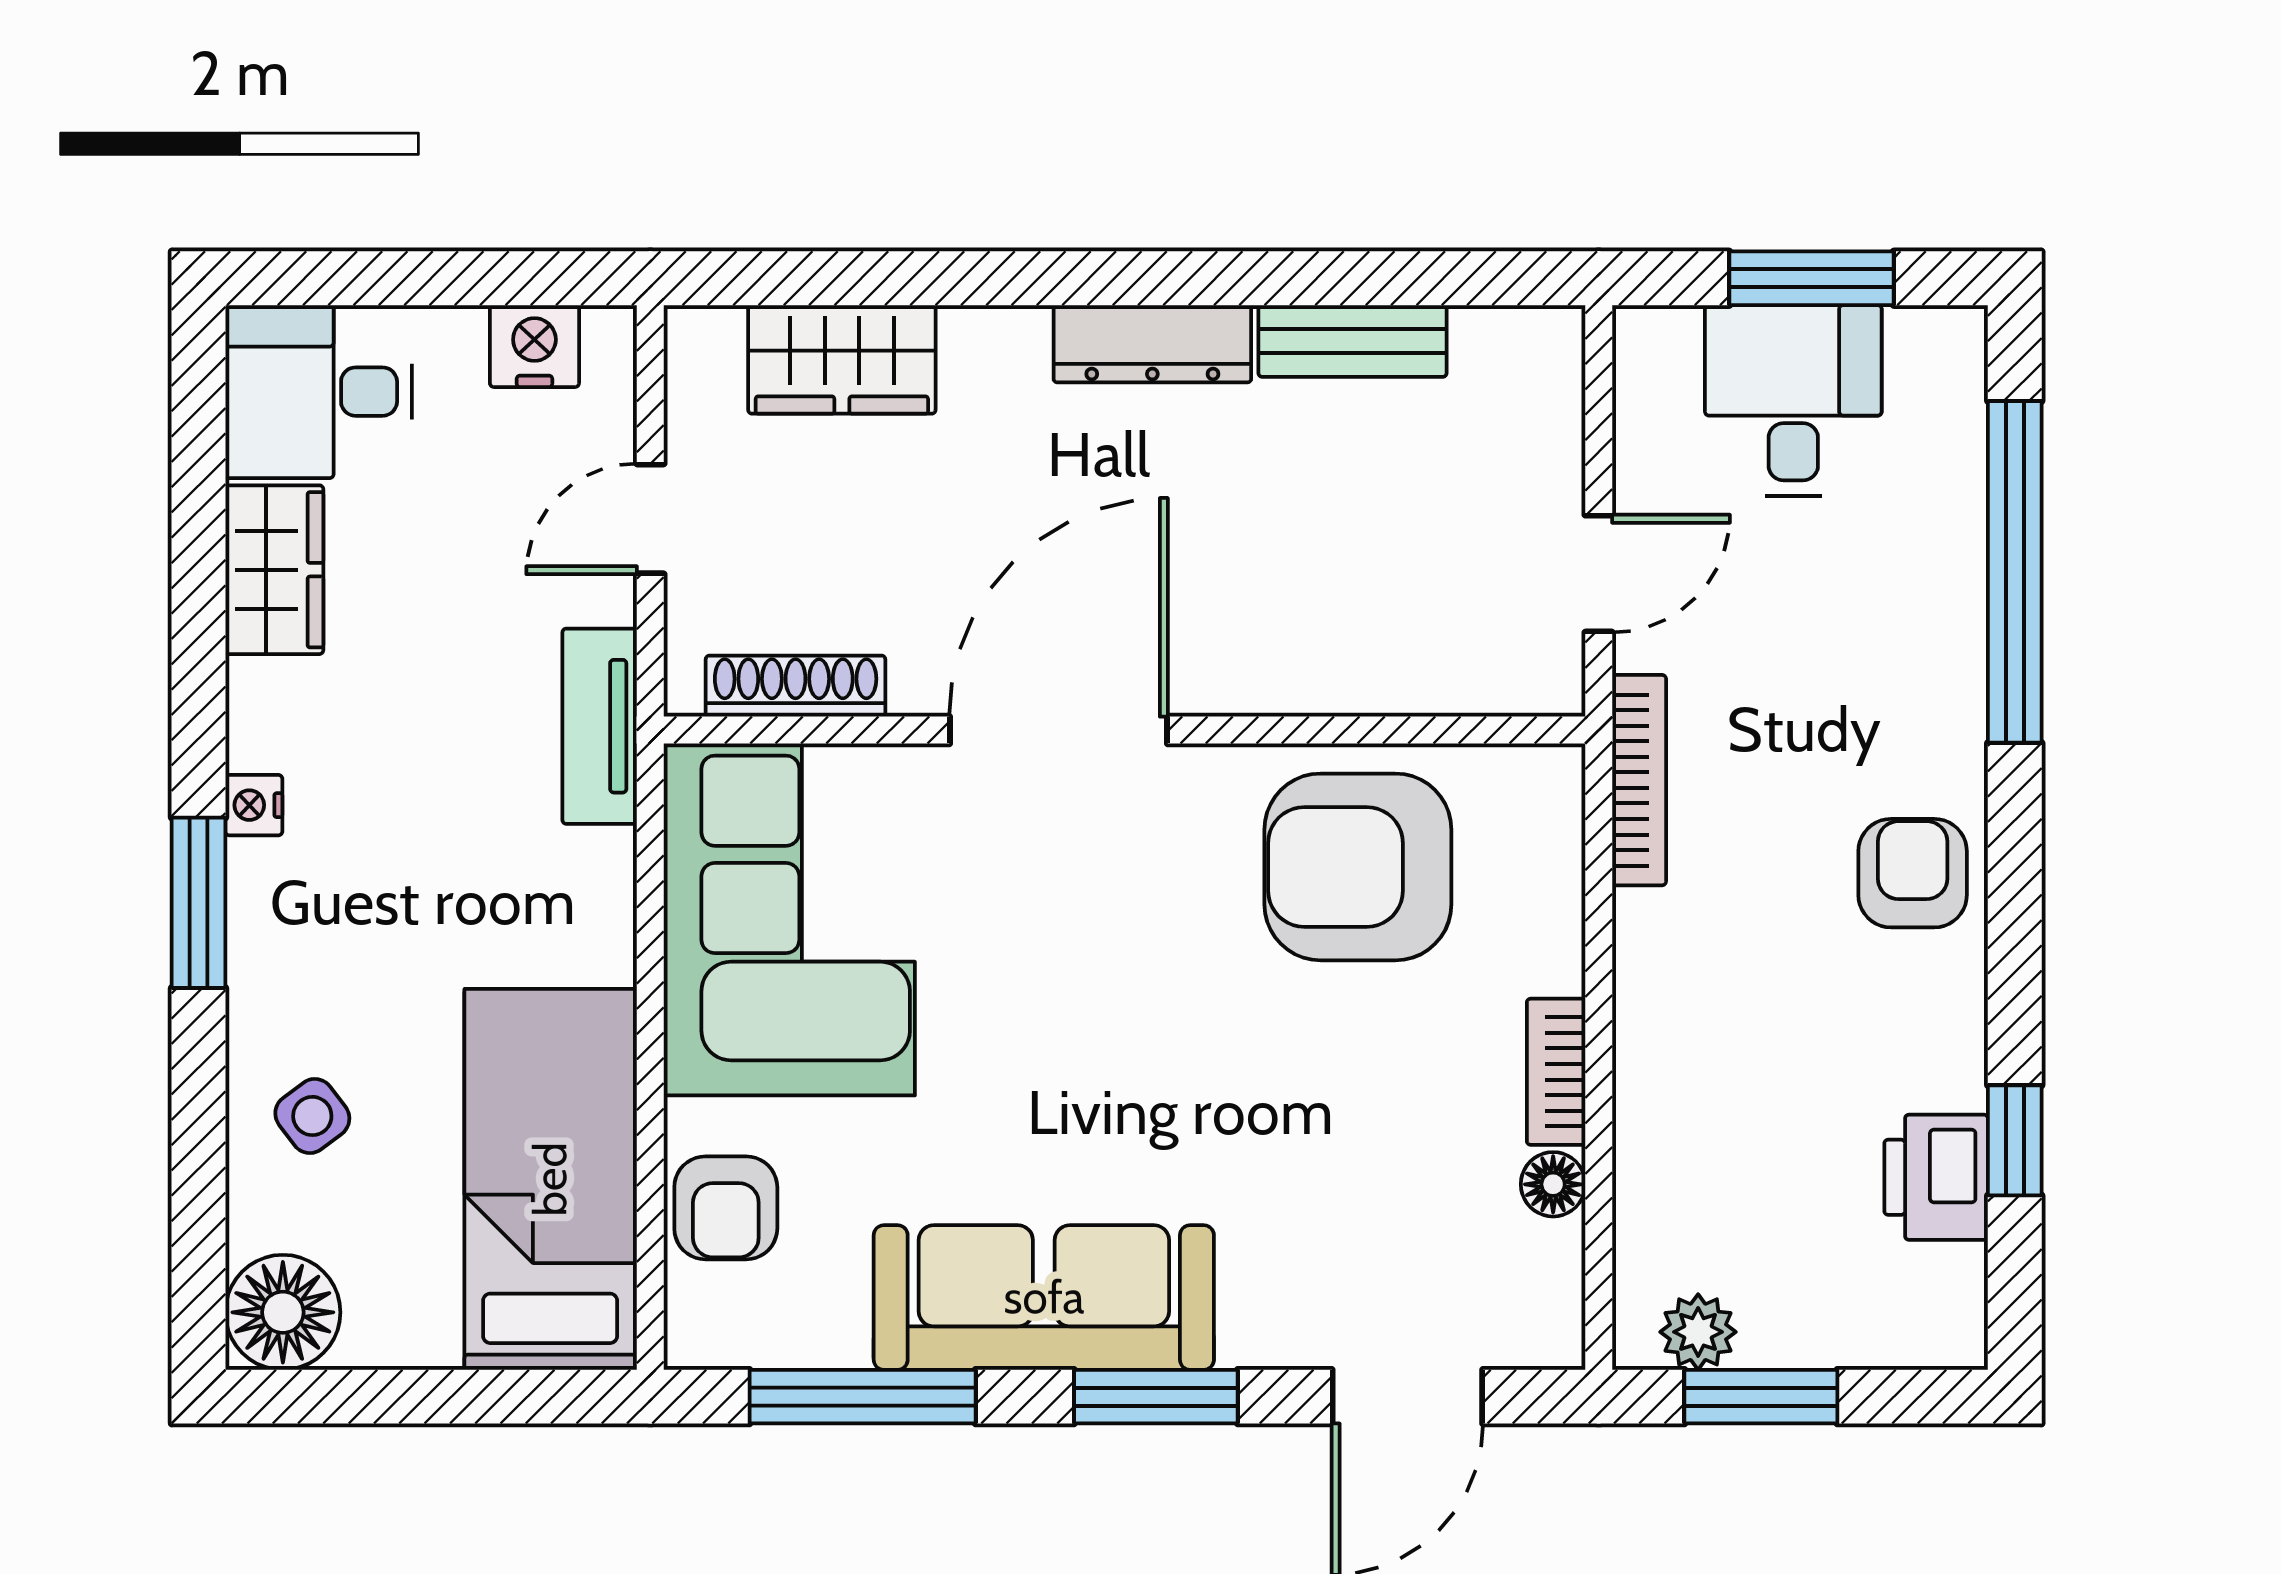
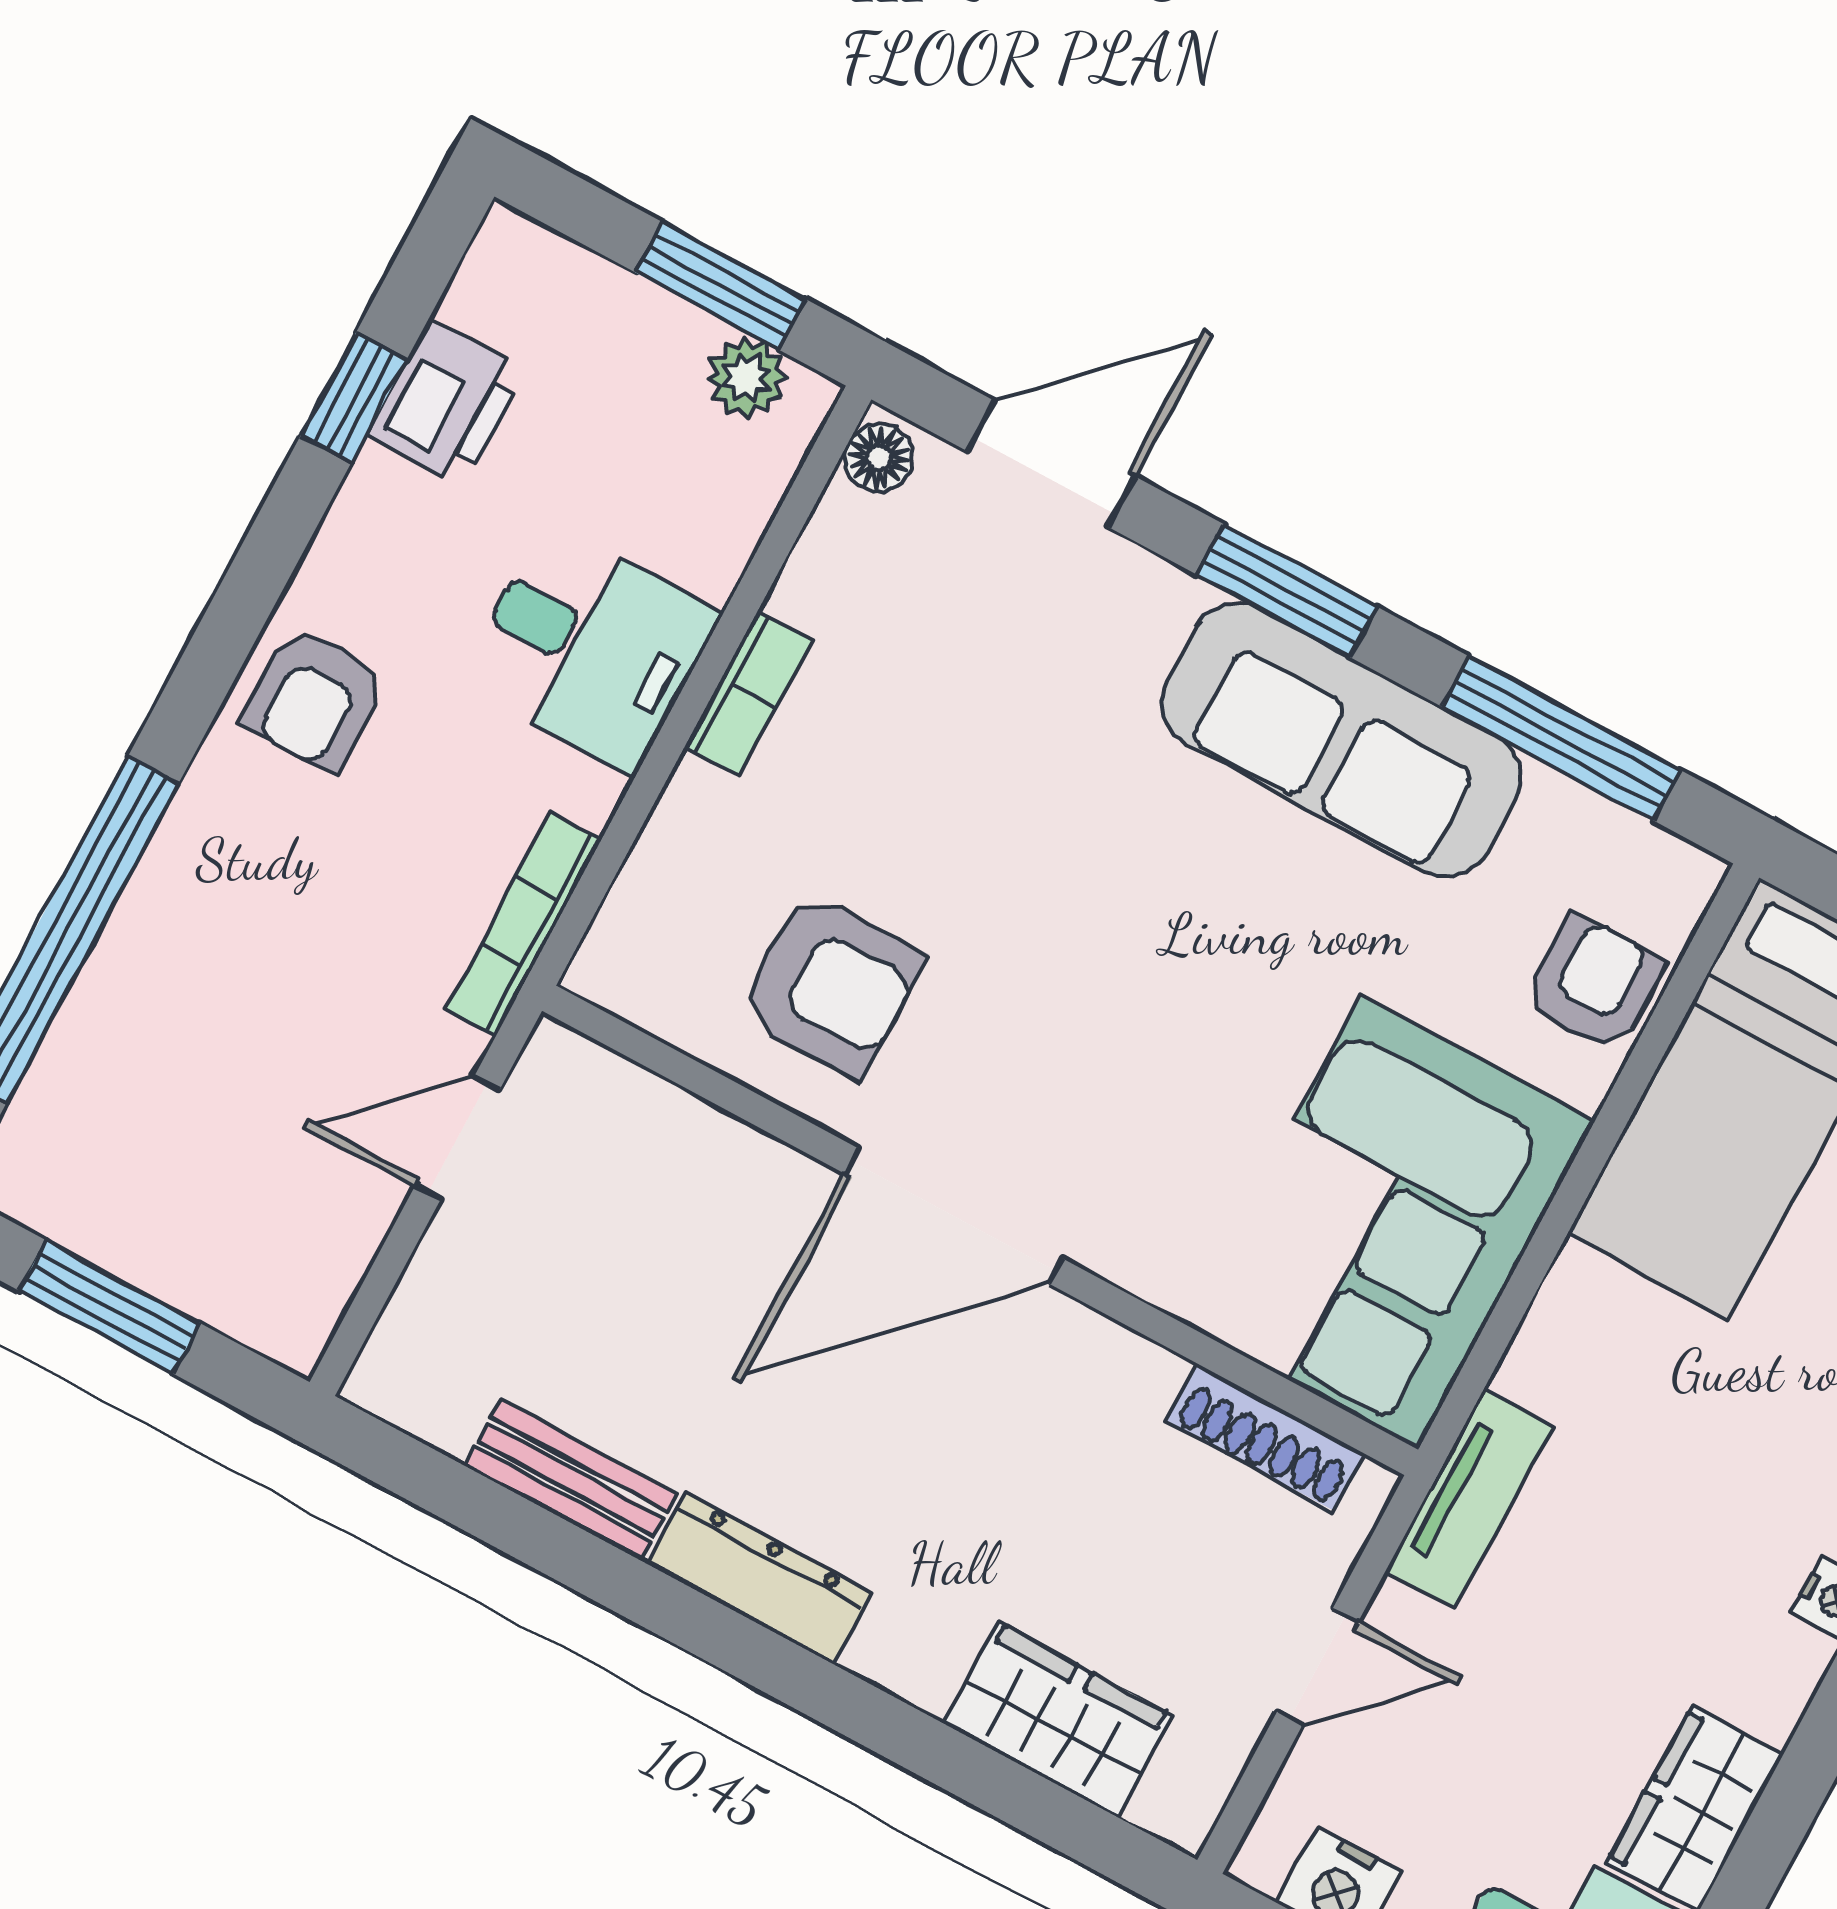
desk: (1793, 400) -> (590, 647), moved, turned -90
door: (1059, 730) -> (954, 1216), moved
armchair: (1358, 867) -> (831, 984), width x0.73, depth x0.73
floor lamp: (1553, 1184) -> (879, 458), moved

